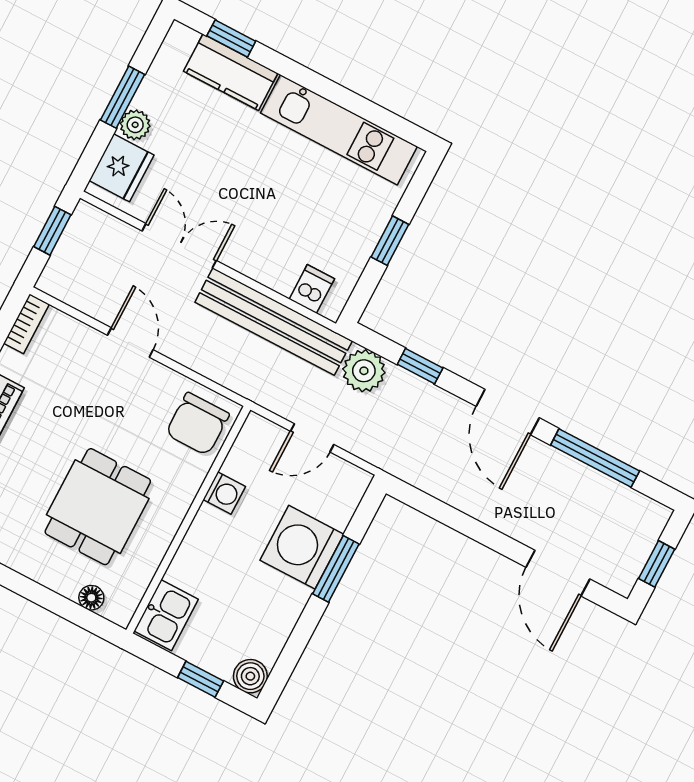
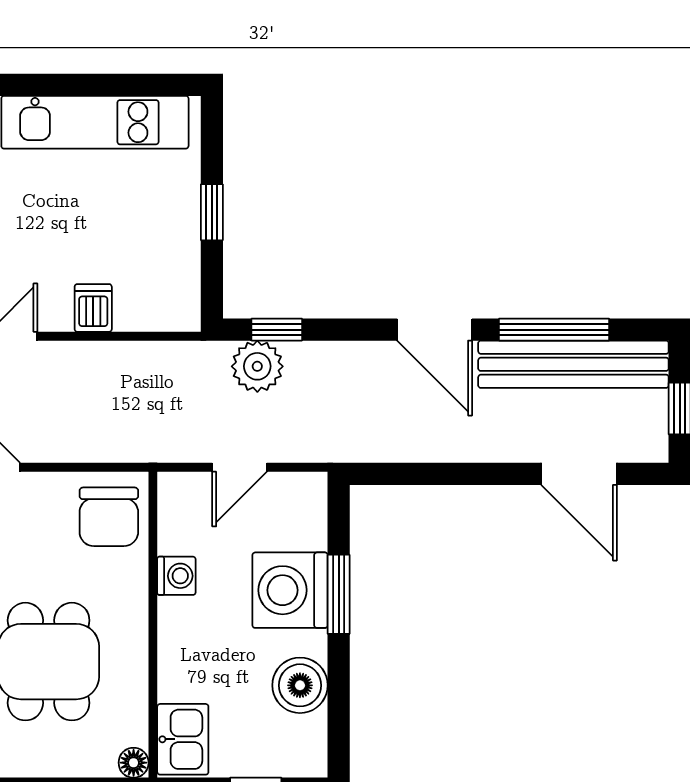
dishwasher: (312, 289) -> (93, 308), moved
bench: (274, 322) -> (573, 364), moved
window: (420, 366) -> (277, 330), moved
floor lamp: (91, 598) -> (134, 763), moved
boiler: (250, 676) -> (300, 685), moved, width x1.36, depth x1.36

